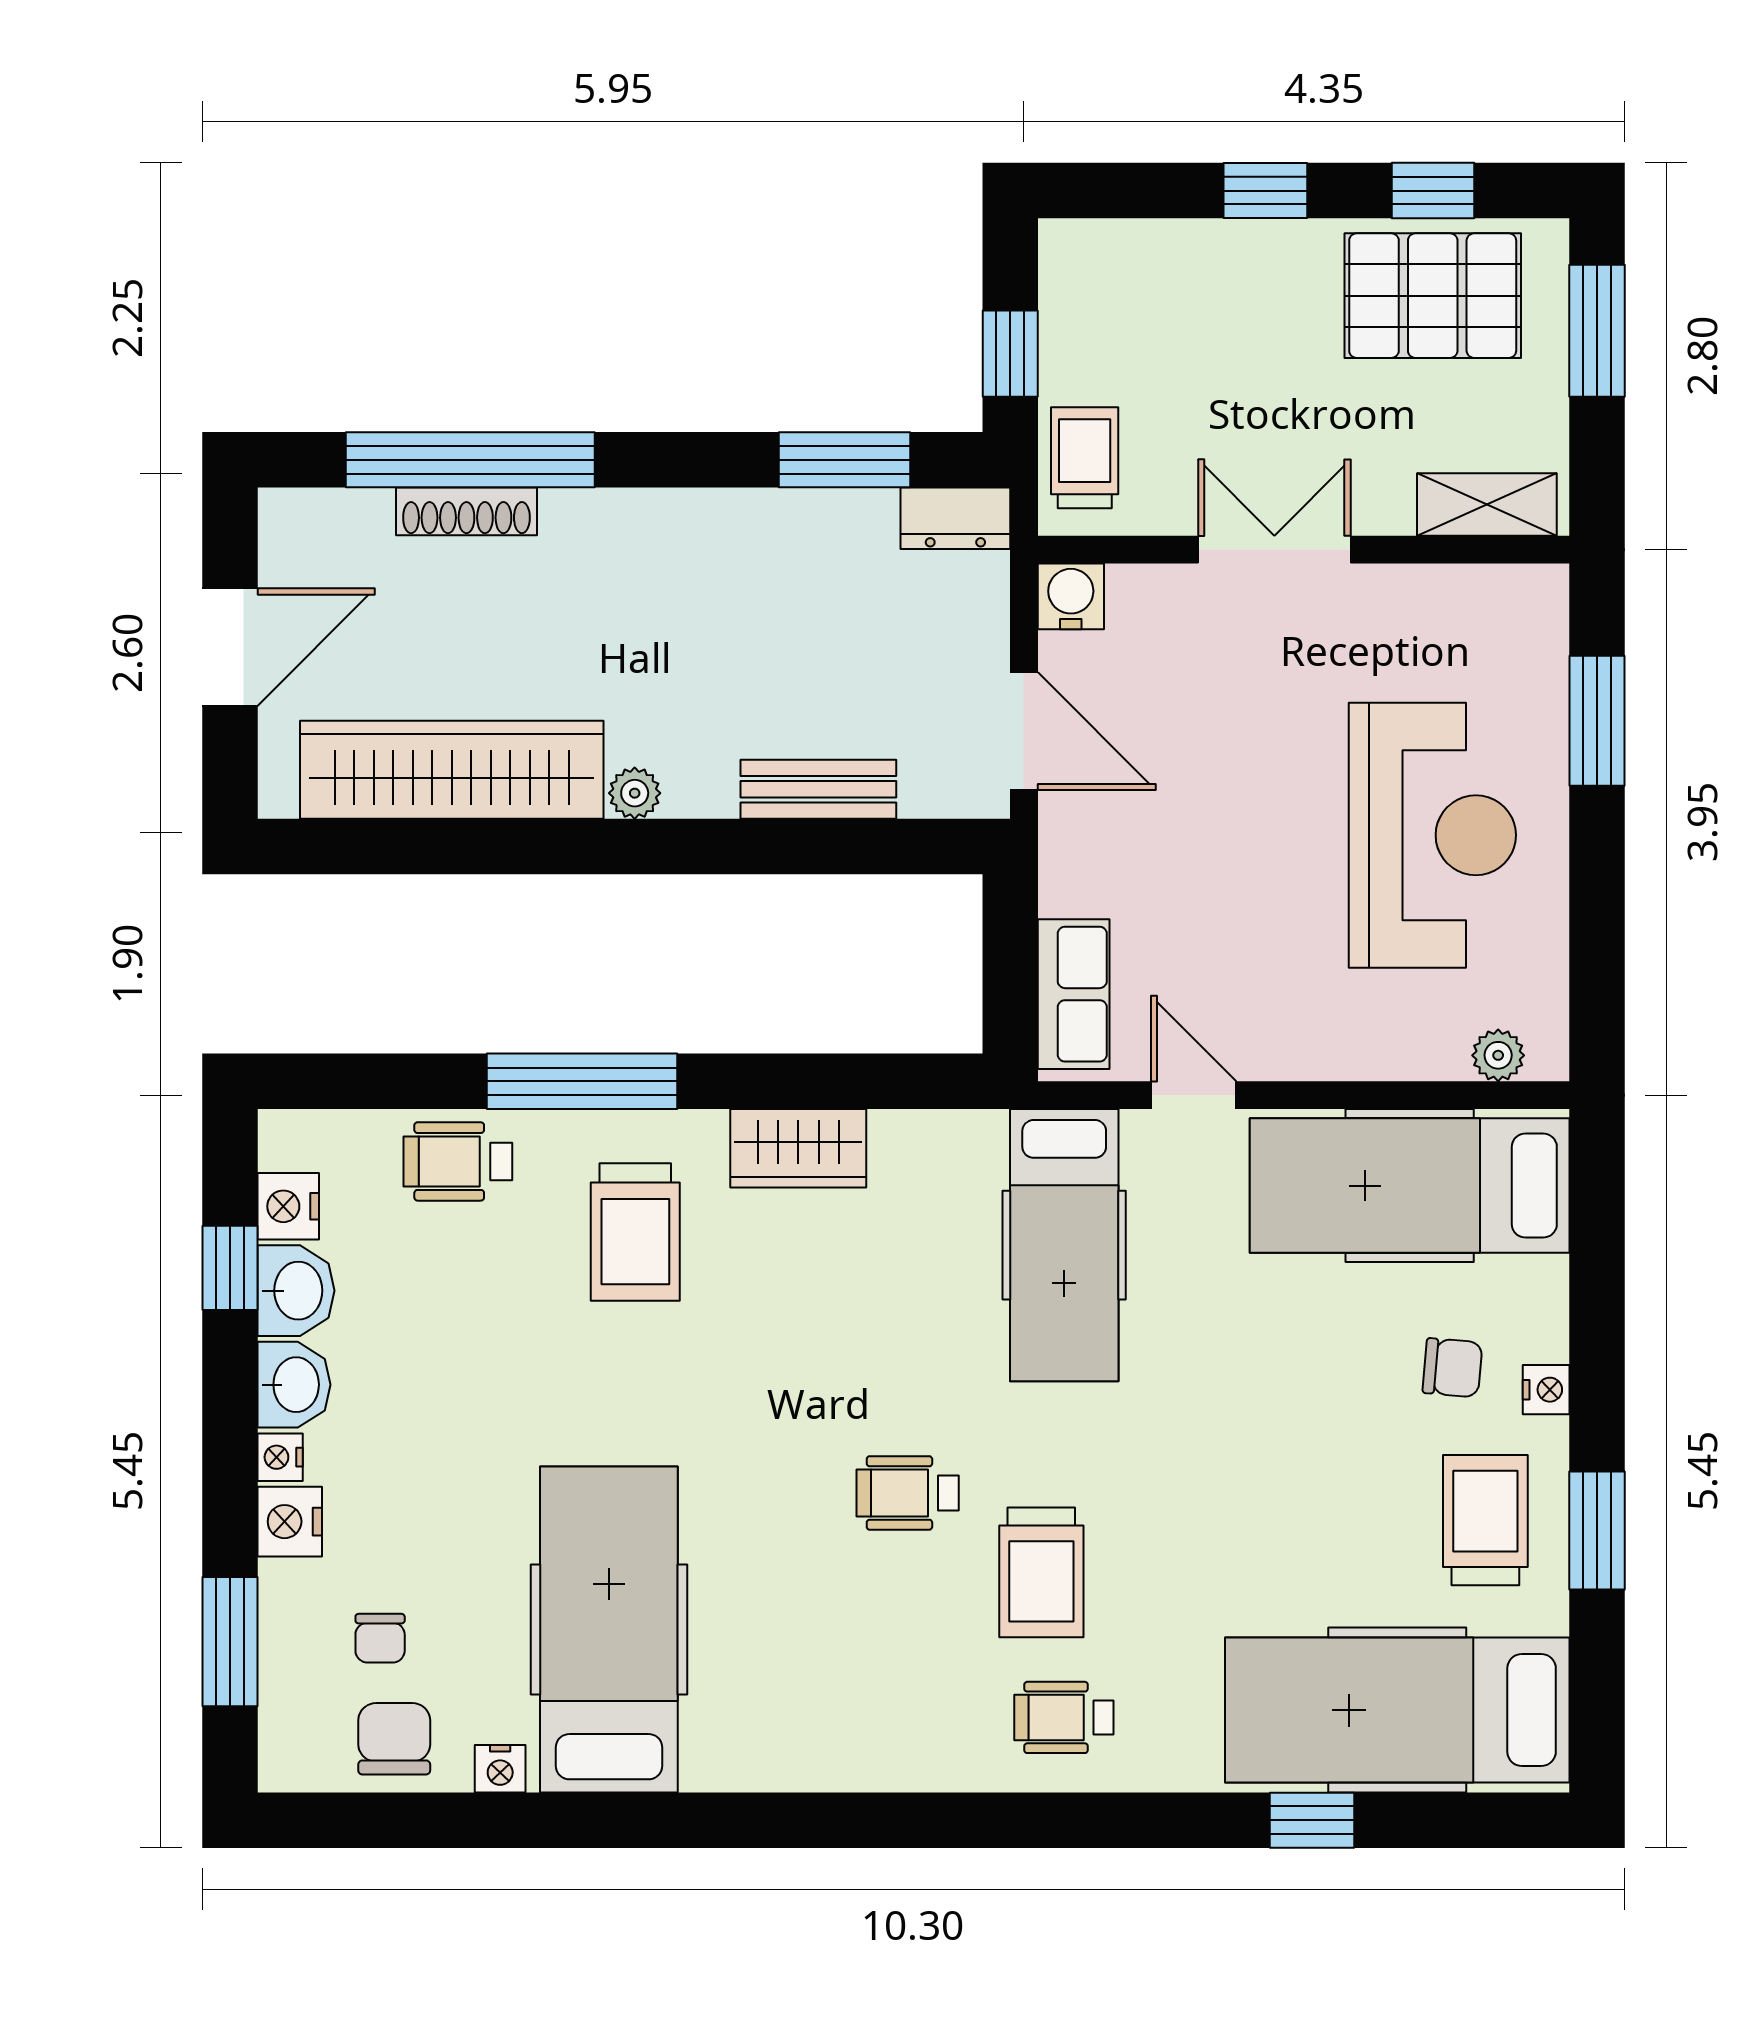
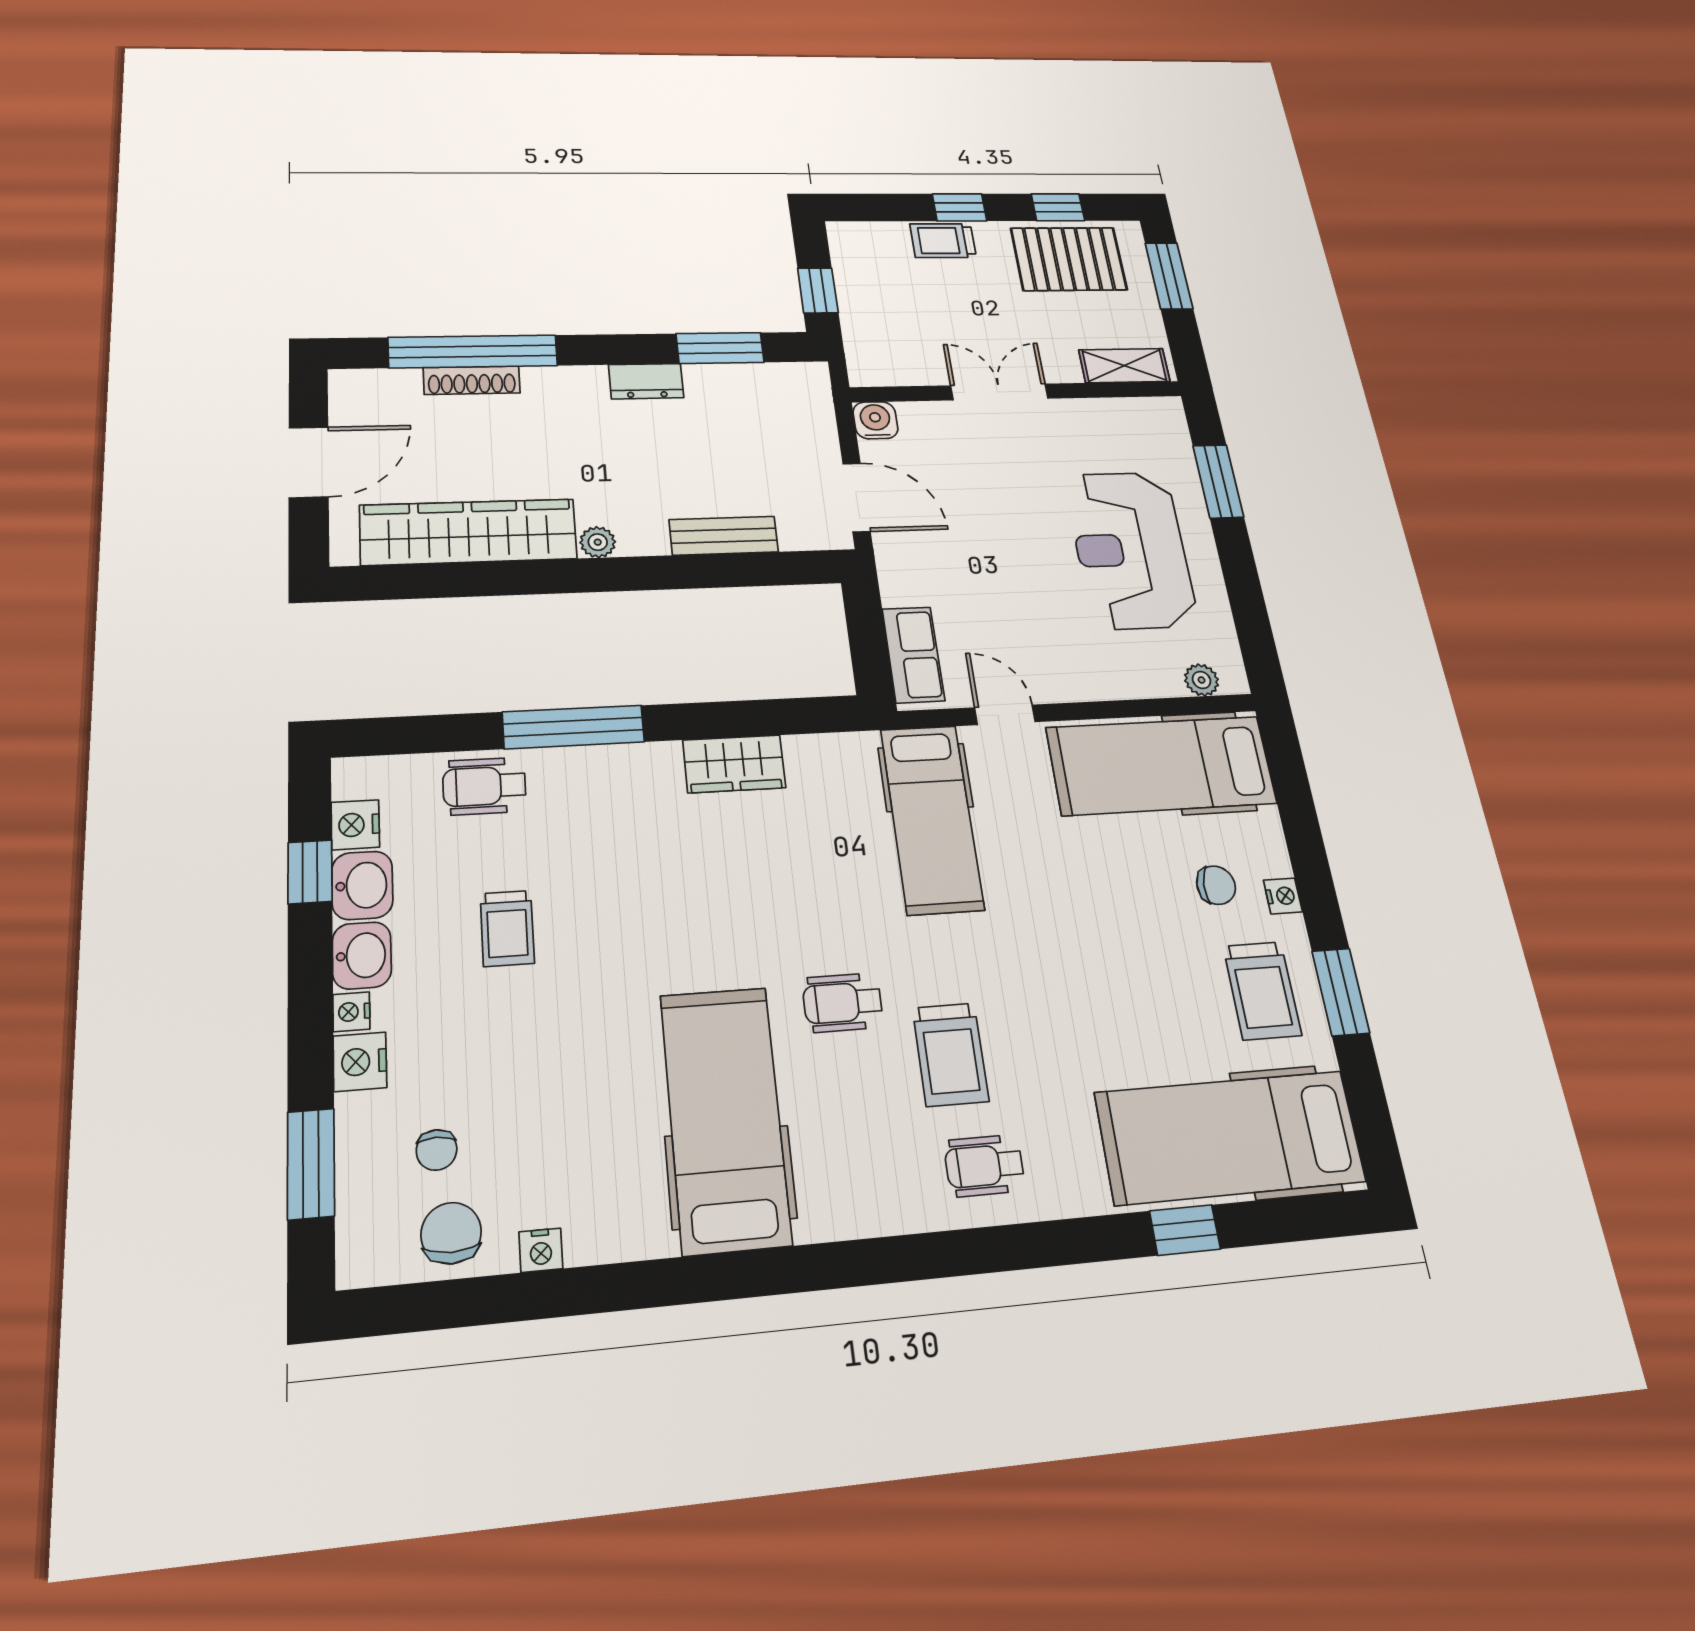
trolley: (1085, 458) -> (943, 241), moved, turned -90
dresser: (955, 518) -> (646, 381), moved
reception desk: (1432, 835) -> (1131, 550), turned 180
trolley: (635, 1232) -> (507, 928), moved, width x0.73, depth x0.72
trolley: (1485, 1520) -> (1262, 991), turned 180
hospital bed: (609, 1629) -> (725, 1118), moved

